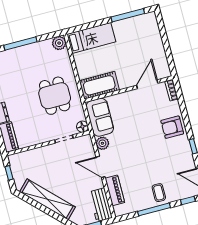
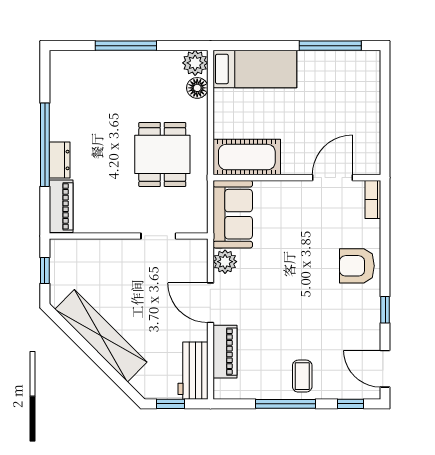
floor lamp: (82, 127) -> (197, 88), moved

